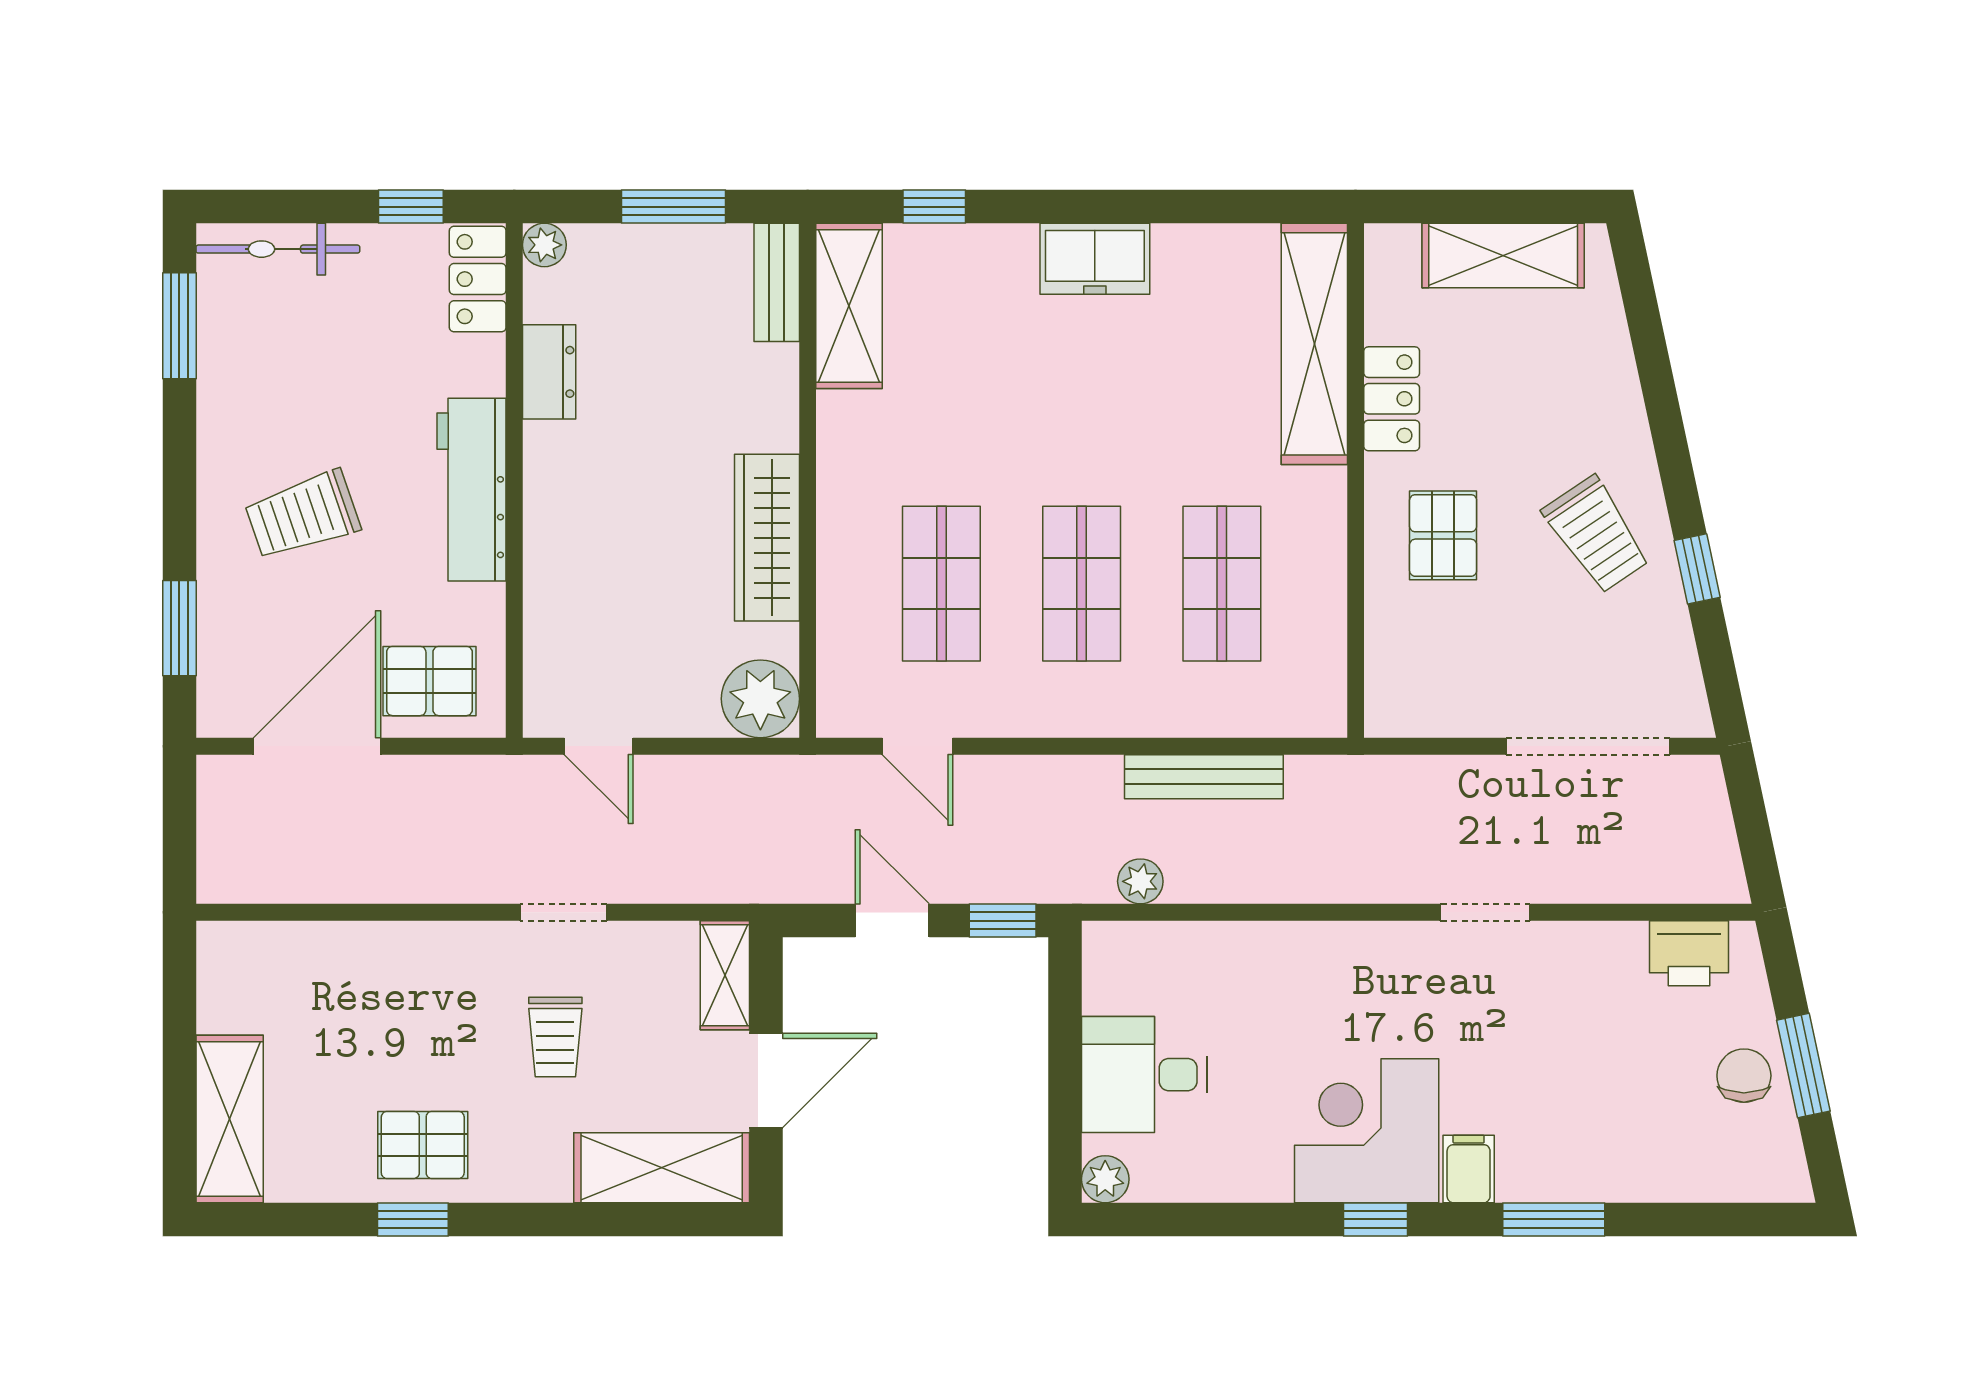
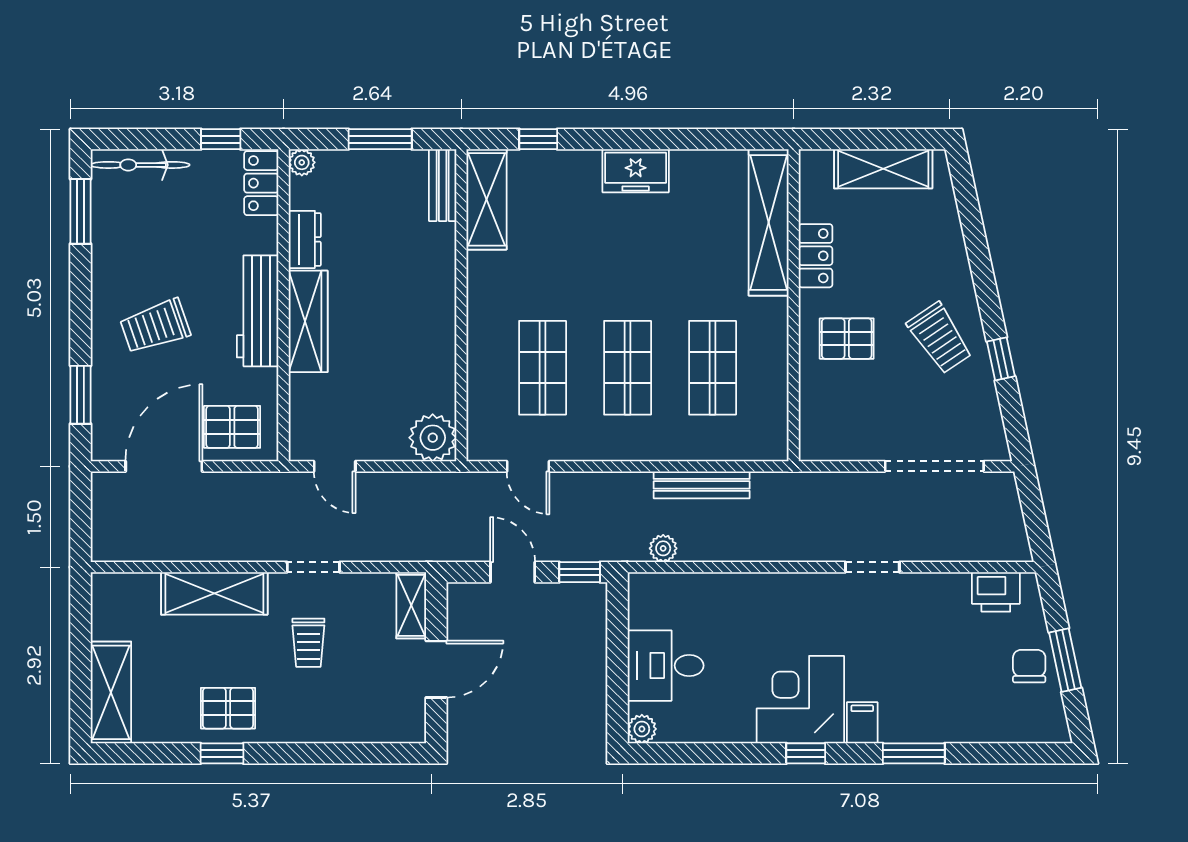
pallet: (1443, 535) -> (847, 339), turned 90
wardrobe: (767, 538) -> (308, 321), moved, turned 180
shelving: (662, 1168) -> (214, 593), moved

